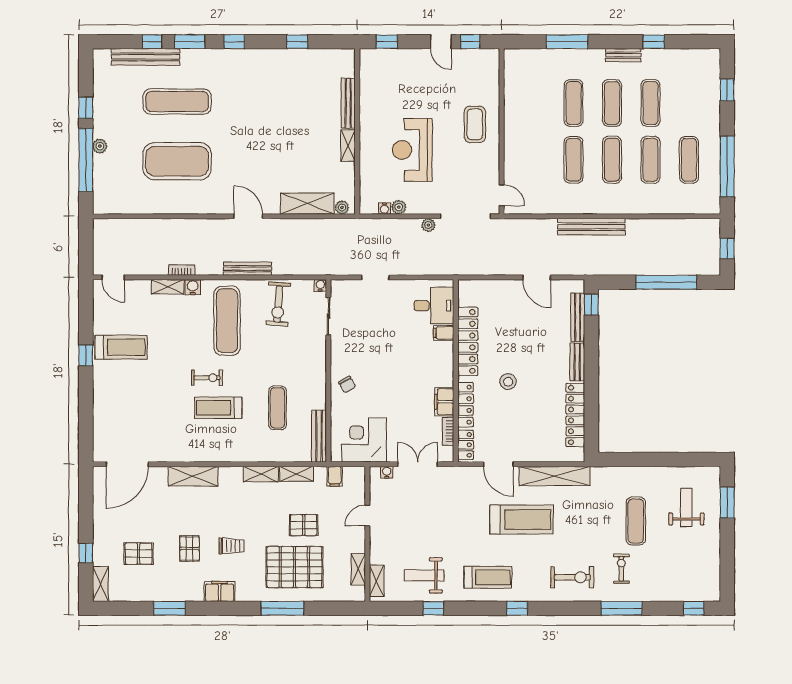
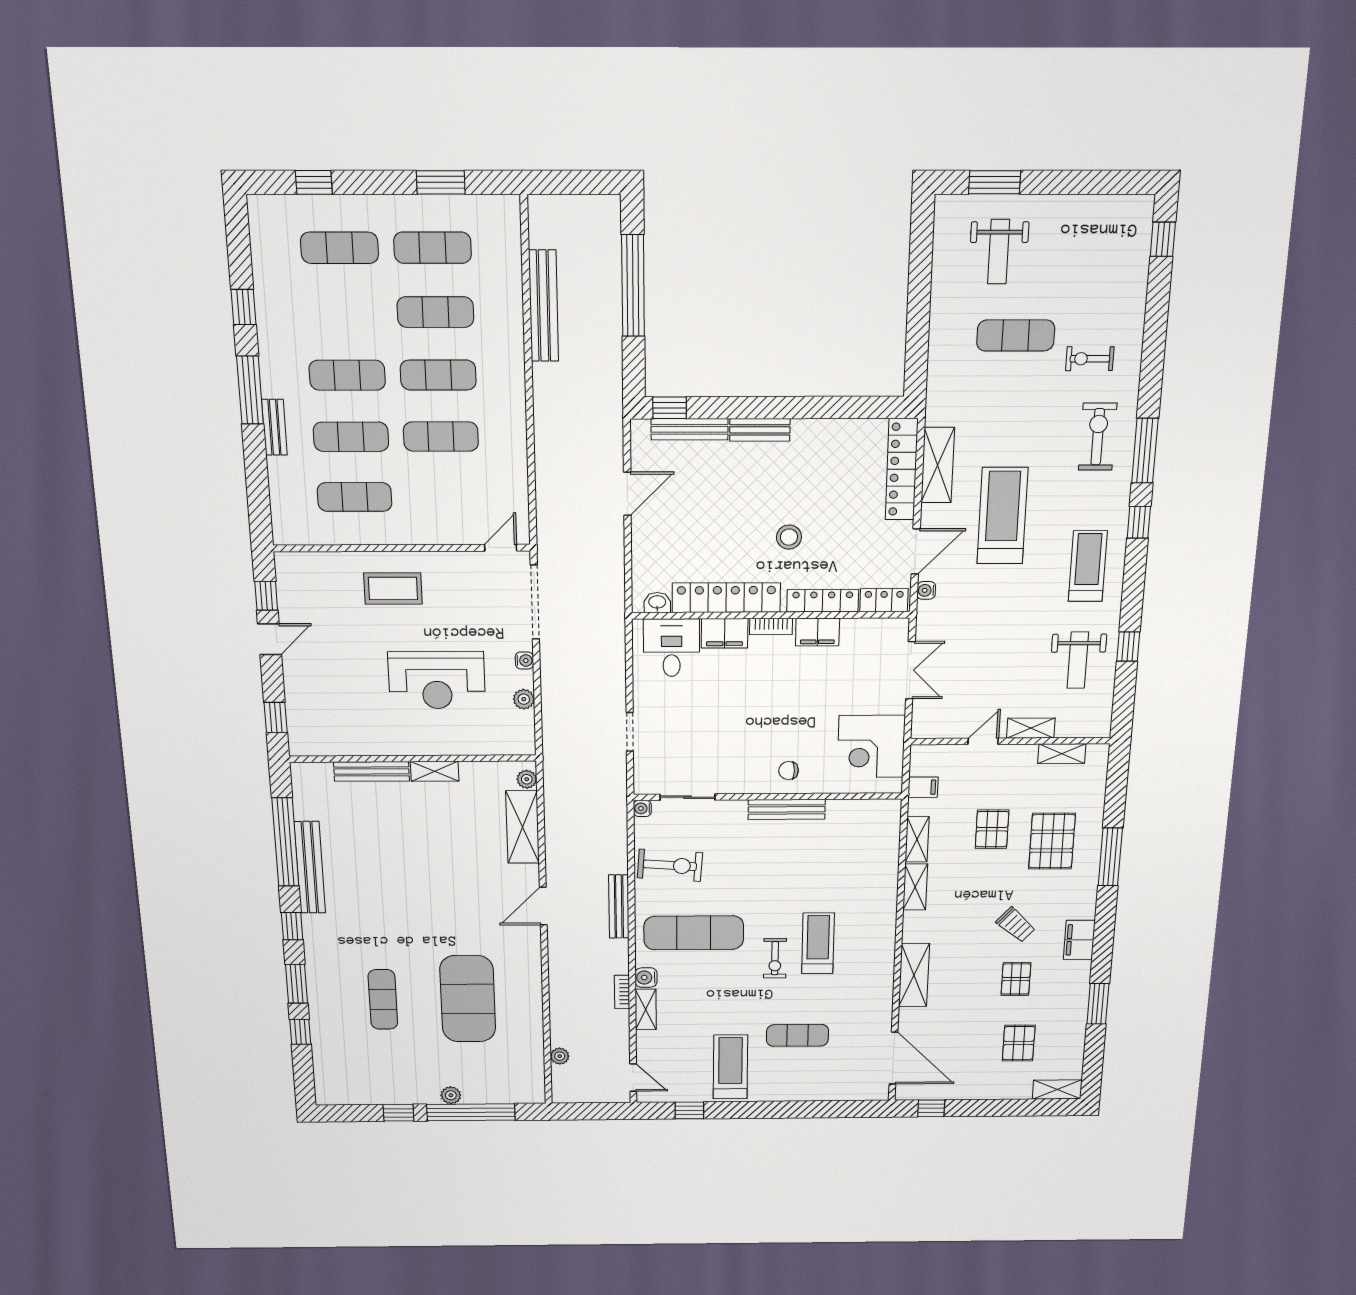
window: (297, 42) -> (285, 842), width x3.17
window: (567, 42) -> (250, 390), moved
bench: (623, 55) -> (274, 427), moved
bench: (146, 57) -> (310, 867), moved
exercise mat: (177, 102) -> (383, 999), width x0.73, depth x0.69
exercise mat: (535, 103) -> (355, 497), added
exercise mat: (651, 103) -> (340, 248), moved
window: (727, 166) -> (441, 182), width x0.47
water cooler: (384, 208) -> (524, 661), moved
plant: (428, 225) -> (560, 1056), moved
bench: (591, 227) -> (543, 306), moved
window: (727, 248) -> (576, 182), removed
door: (113, 277) -> (633, 1077), hinge flipped
washbasin: (465, 296) -> (657, 603), added
filing cabinet: (444, 333) -> (725, 633), width x2.00
window: (86, 355) -> (689, 1110), moved
exercise bike: (207, 378) -> (775, 958), turned 180
chair: (347, 385) -> (789, 771), turned -150
treadmill: (218, 408) -> (818, 943), turned 180
exercise mat: (277, 408) -> (797, 1035), moved
locker: (575, 415) -> (902, 469), moved, turned 90
bookcase: (448, 431) -> (771, 627), moved
bench: (319, 436) -> (787, 809), moved
double door: (418, 464) -> (910, 670), swing flipped
water cooler: (387, 472) -> (926, 590), moved
shelving: (554, 476) -> (938, 465), width x0.68
weight bench: (686, 507) -> (999, 252), turned -90
door: (367, 515) -> (983, 741), swing flipped
trolley: (231, 546) -> (1016, 925), turned 132
pallet: (189, 549) -> (1016, 979), turned 90
window: (86, 553) -> (931, 1108), moved
pallet: (294, 567) -> (1052, 841), width x0.73, depth x0.71
shelving: (377, 581) -> (1031, 728), moved
window: (621, 608) -> (1145, 451), moved

